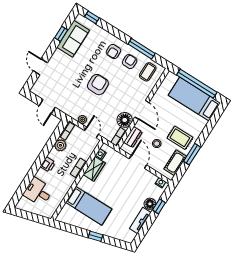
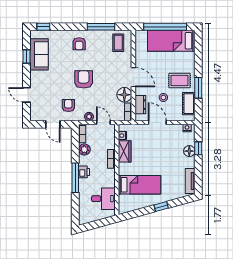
armchair: (130, 62) -> (68, 105), moved
window: (37, 165) -> (75, 178), added
desk: (38, 192) -> (103, 199), moved, turned 180
tv unit: (140, 221) -> (190, 181), moved

